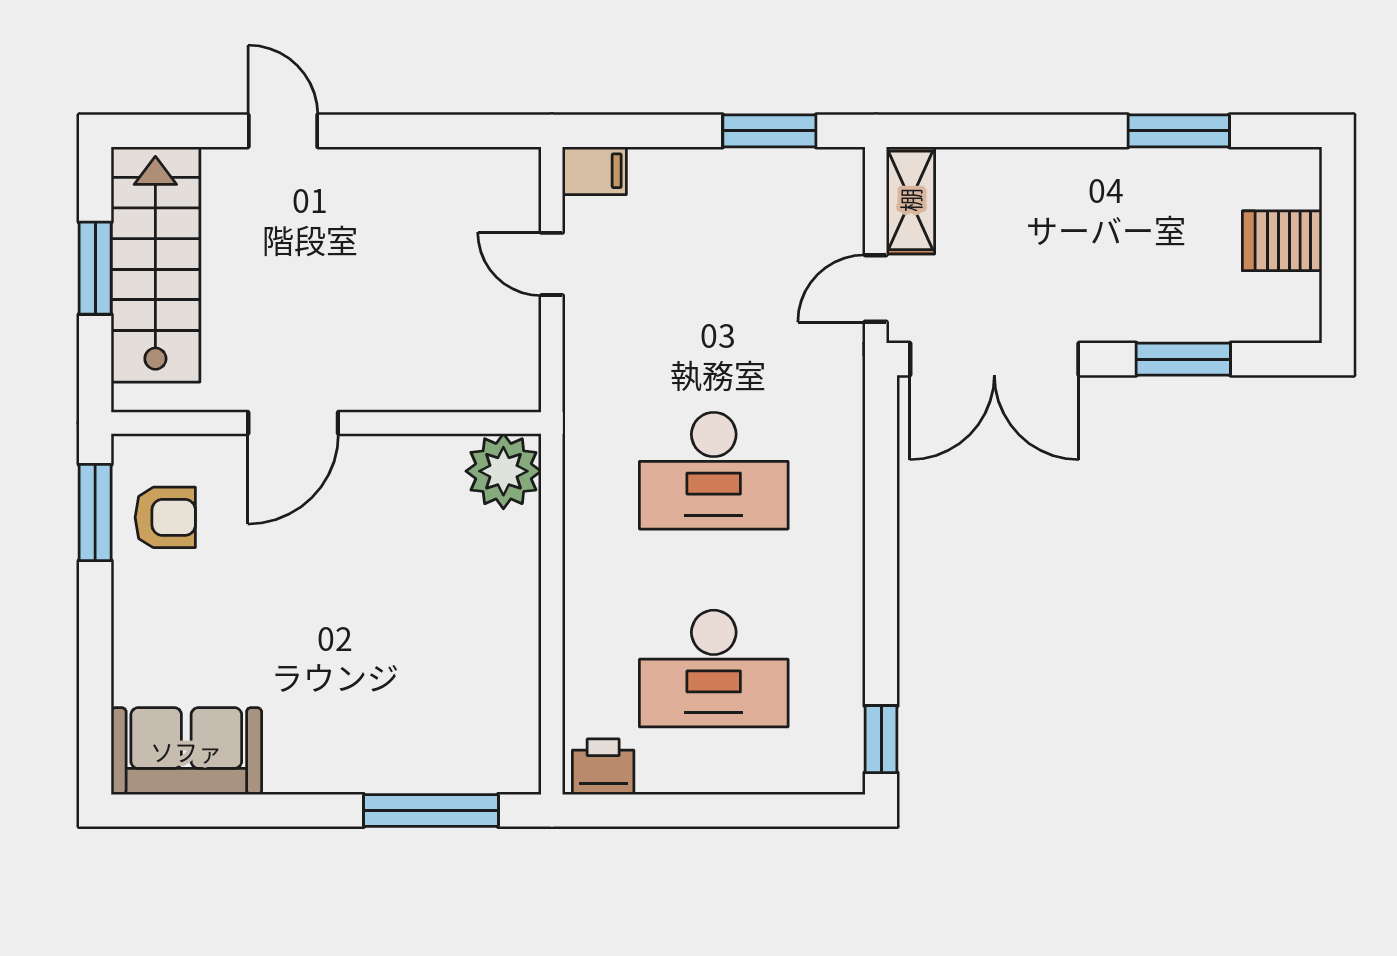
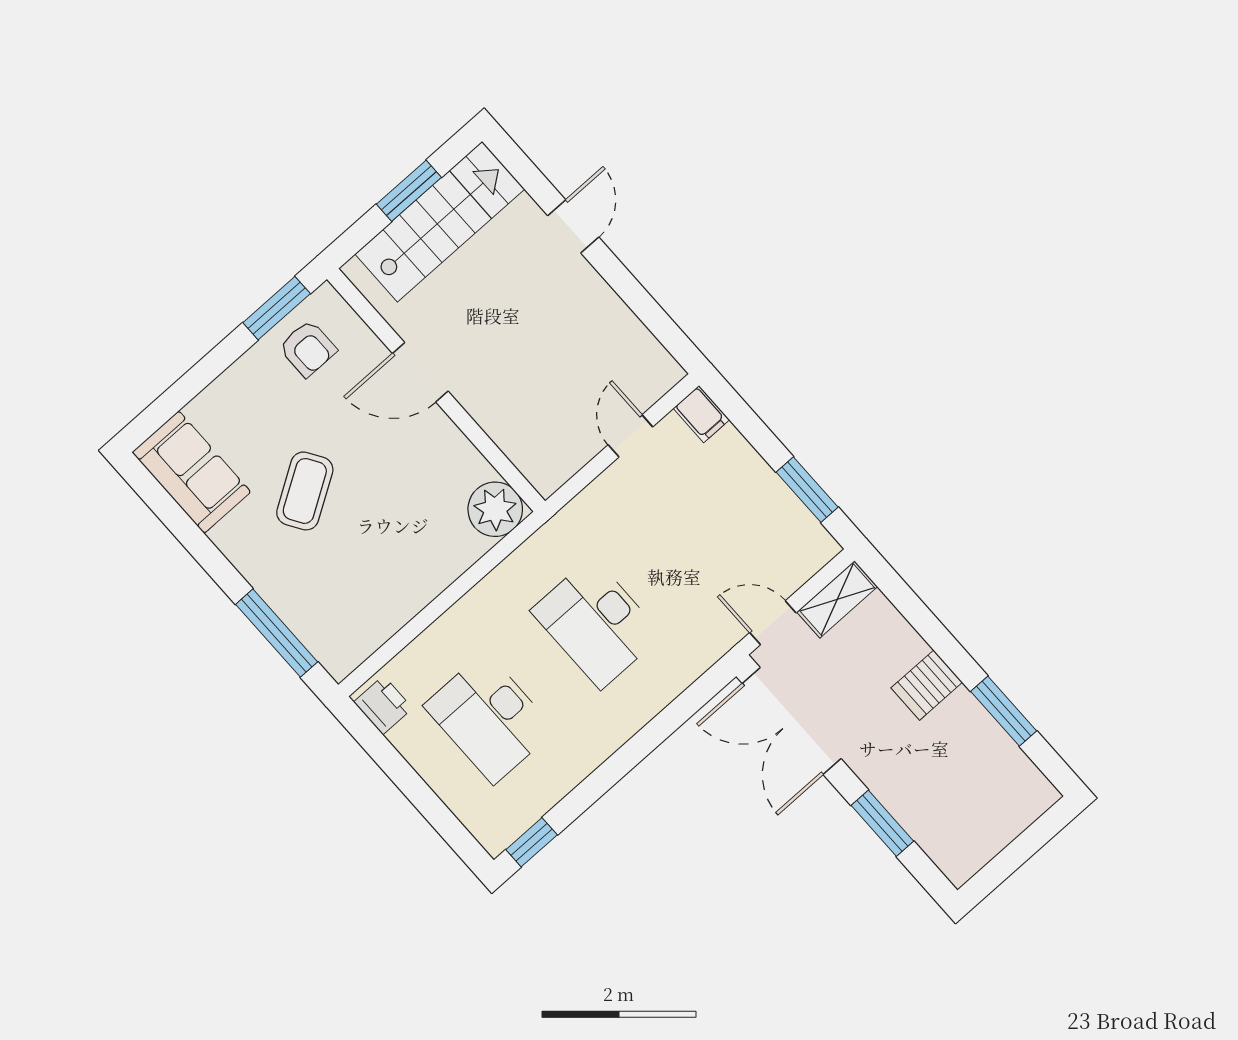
server rack: (1282, 241) -> (927, 685), moved, turned -90
coffee table: (310, 651) -> (305, 491), added

